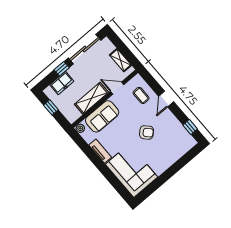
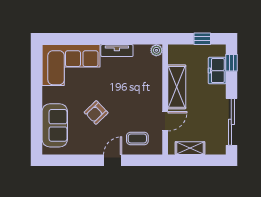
window: (62, 69) -> (231, 63), moved
door: (166, 99) -> (113, 160), hinge flipped
sofa: (102, 116) -> (55, 125), moved, turned 180
window: (190, 127) -> (64, 160), removed

